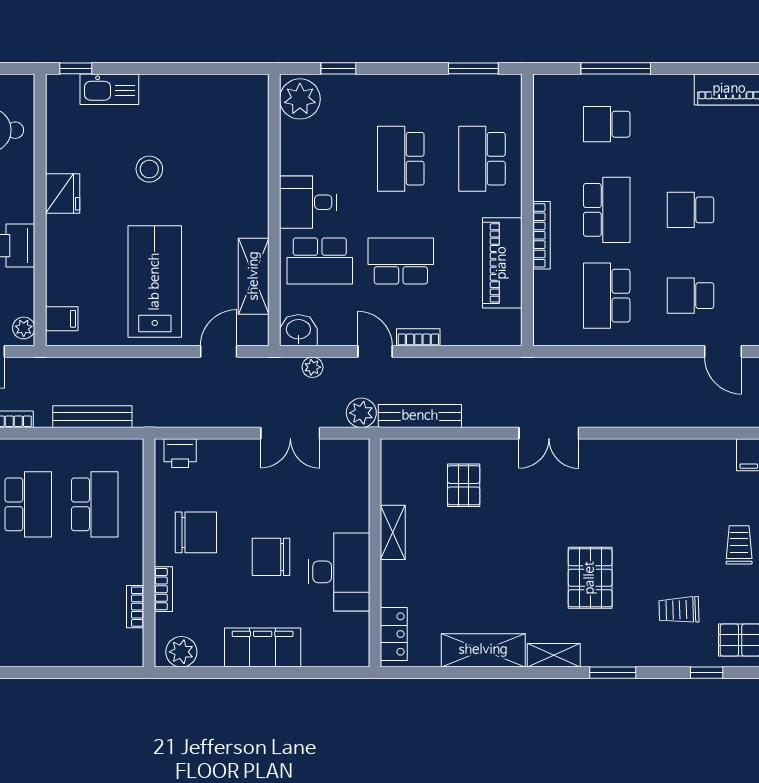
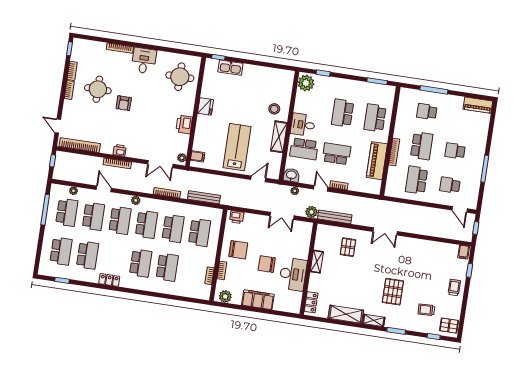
stool: (149, 169) -> (274, 109), moved
shelving: (254, 276) -> (279, 137), moved
school desk: (28, 601) -> (167, 267), added

